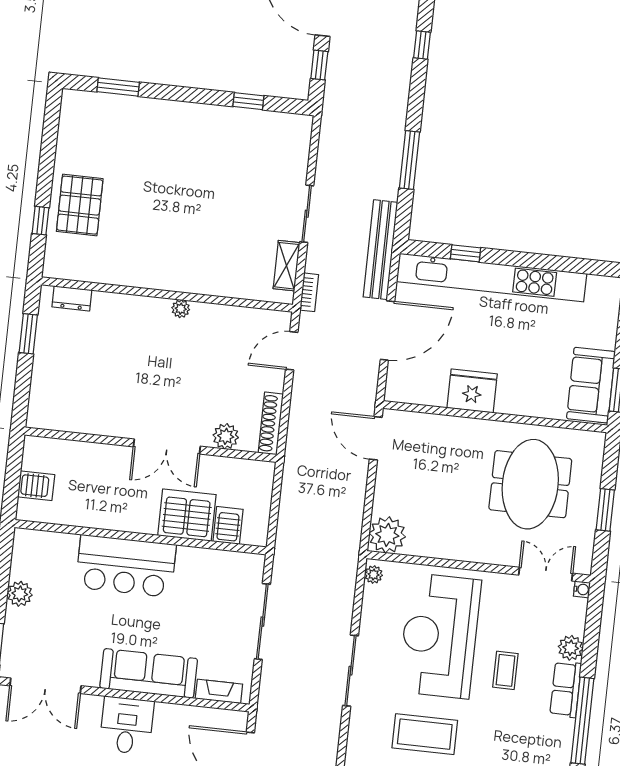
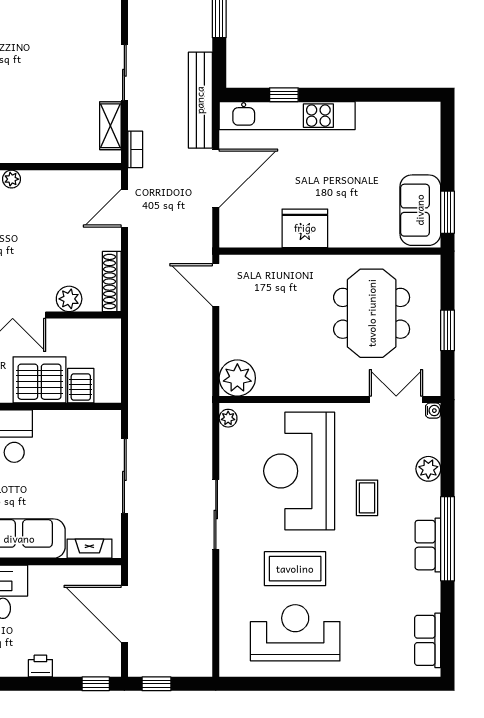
kitchen unit: (492, 278) -> (287, 116), width x0.73
row of seats: (566, 689) -> (428, 545), moved

